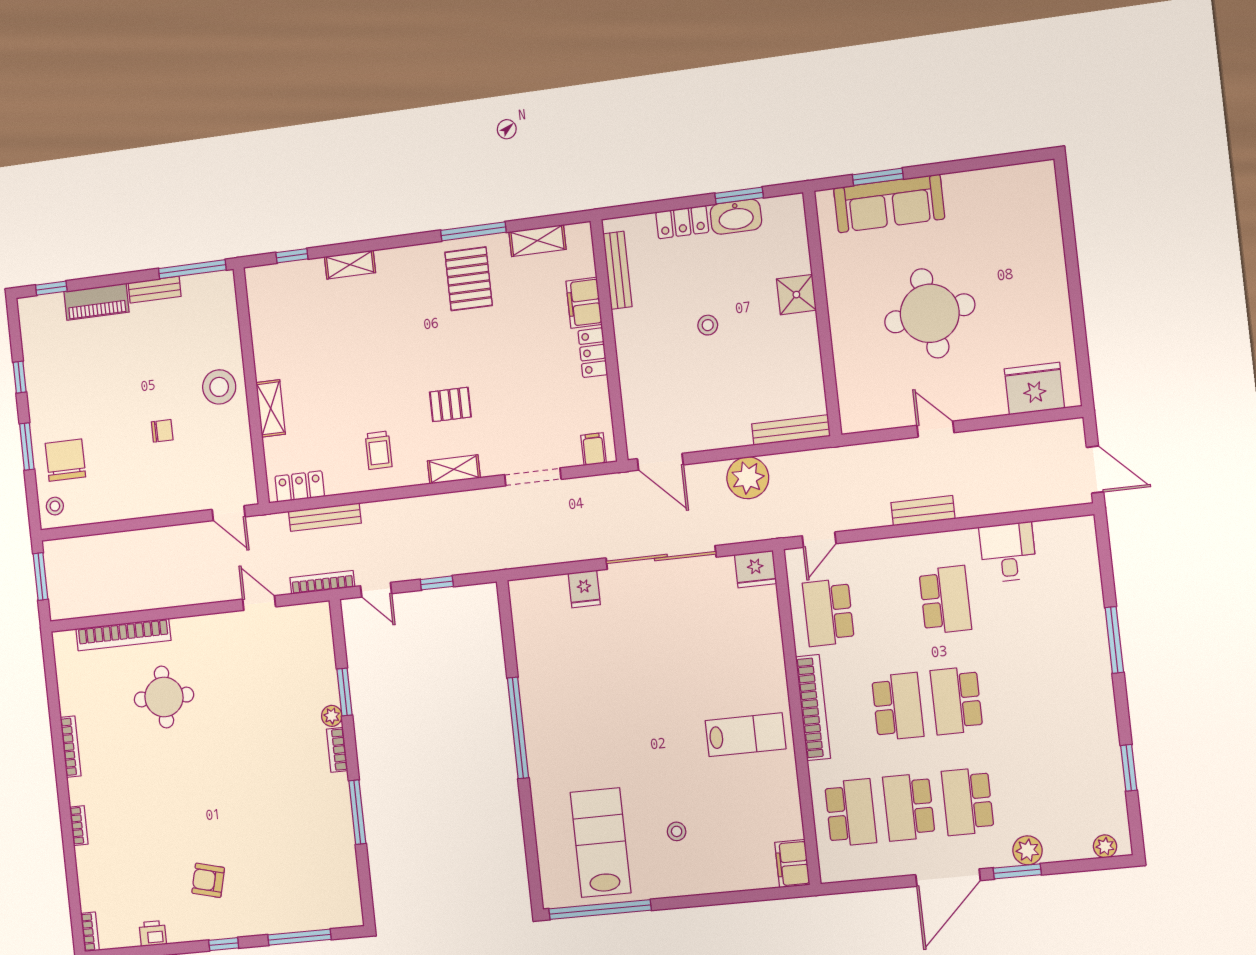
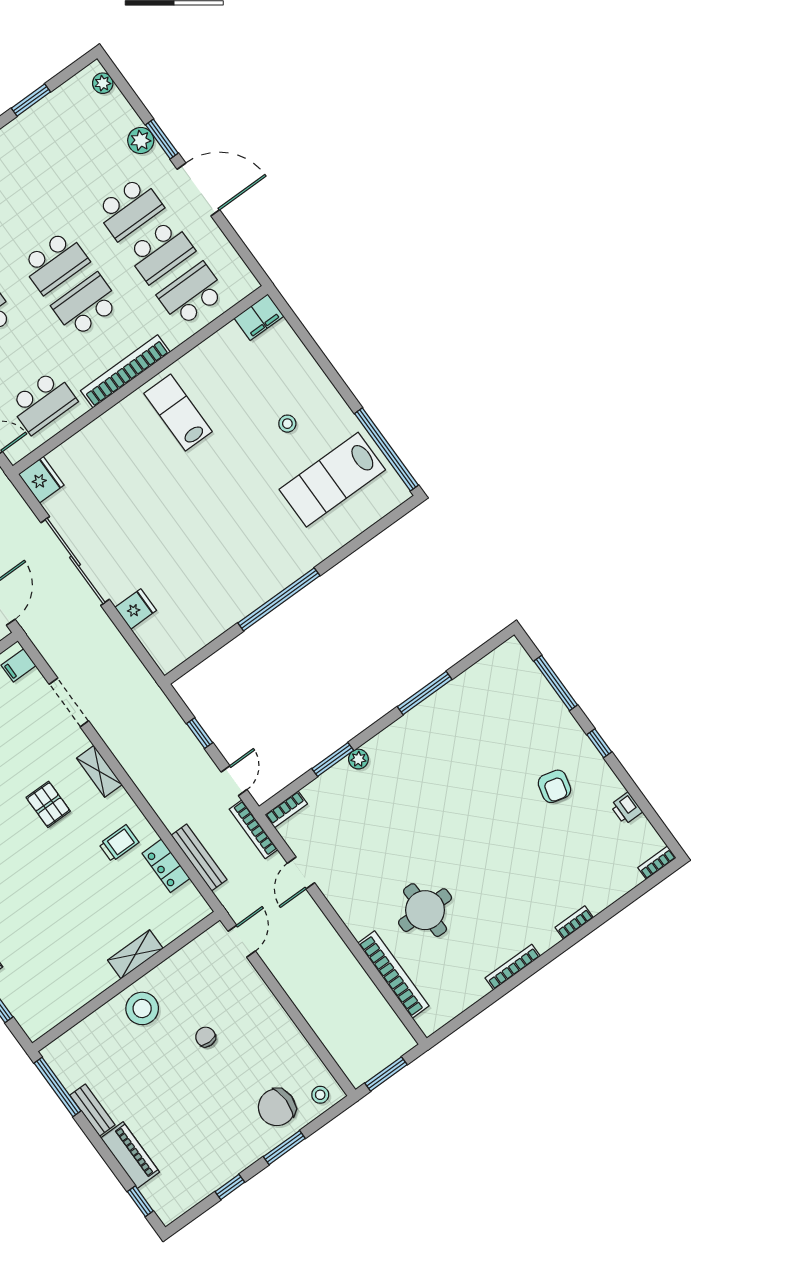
locker: (300, 486) -> (166, 866), moved
bookcase: (337, 750) -> (286, 809), moved

